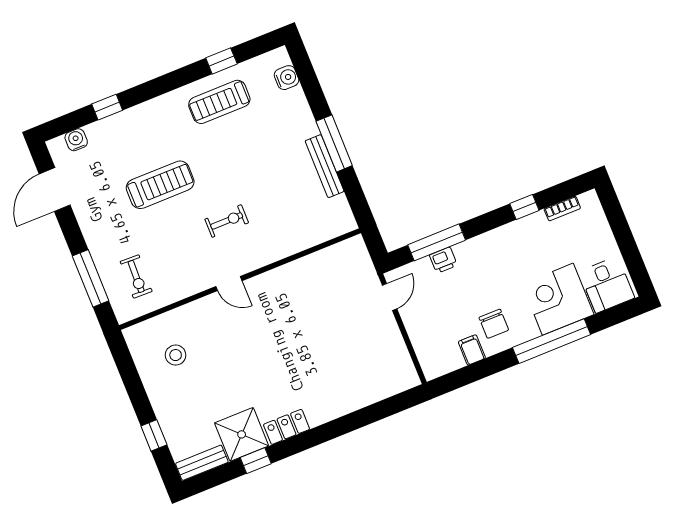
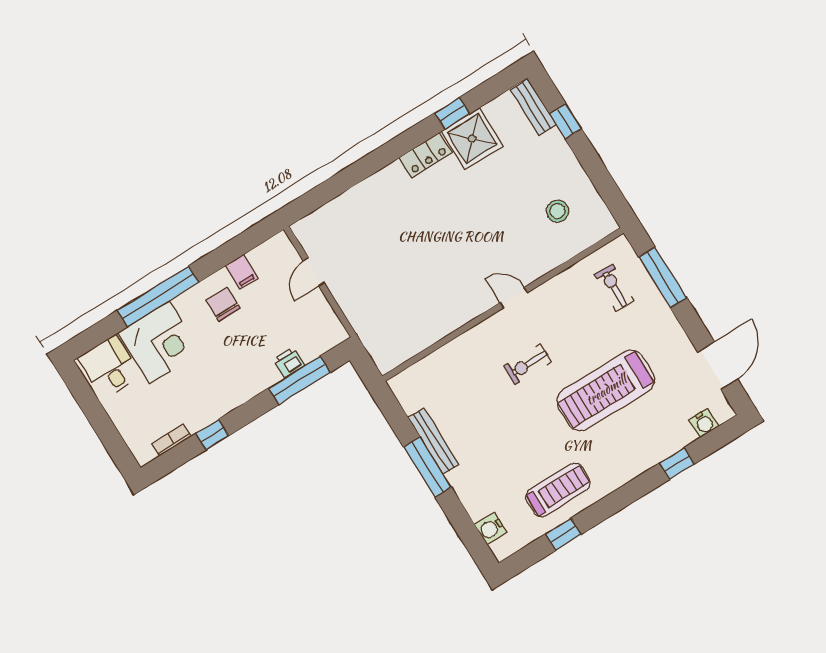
treadmill: (160, 185) -> (606, 390), width x1.37, depth x1.38
door: (390, 297) -> (314, 272), moved
bench: (202, 463) -> (533, 107), moved, turned 90

